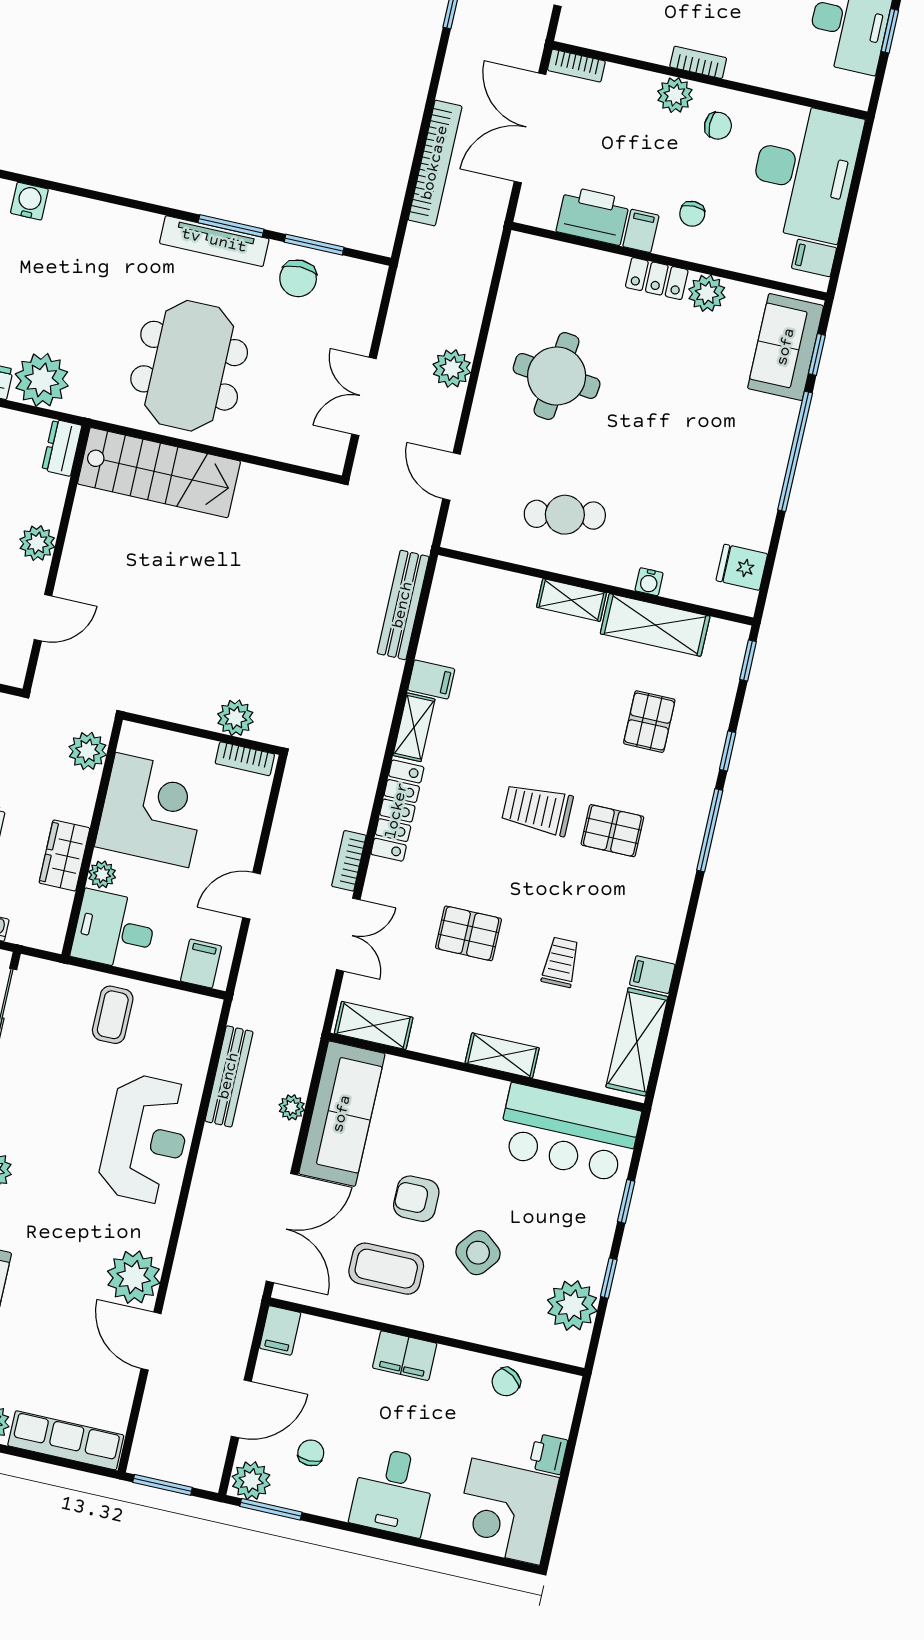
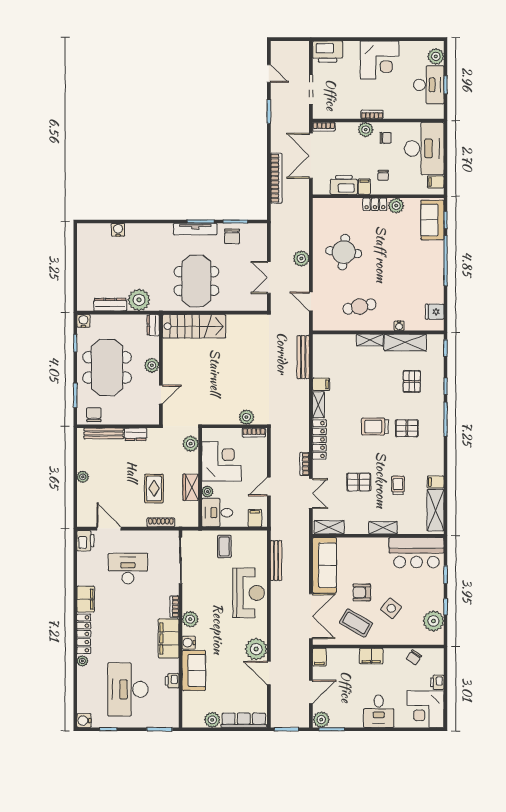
plant: (292, 1107) -> (304, 567), removed
coffee table: (386, 1269) -> (356, 623), turned 30
chair: (311, 1453) -> (343, 703), removed

